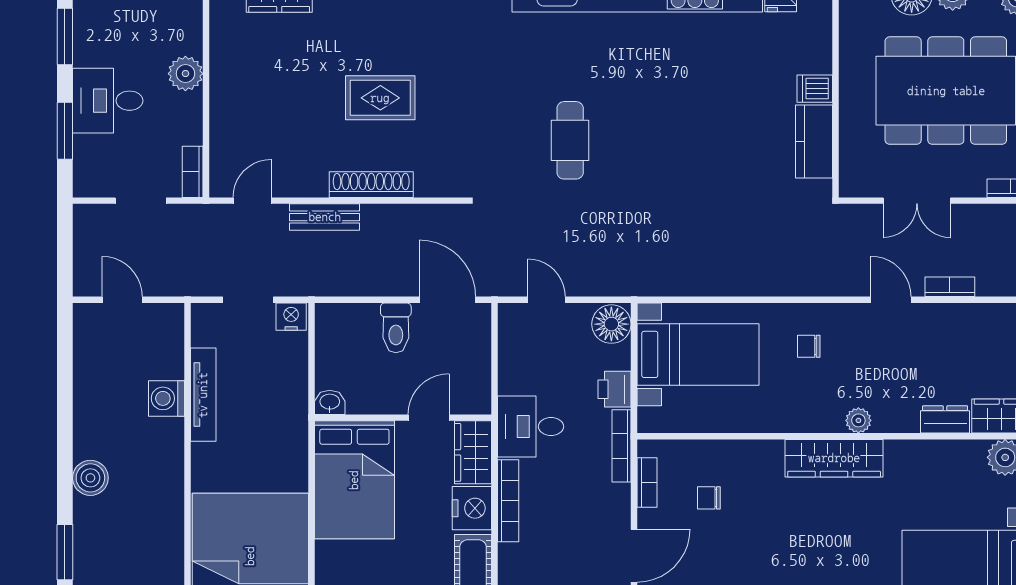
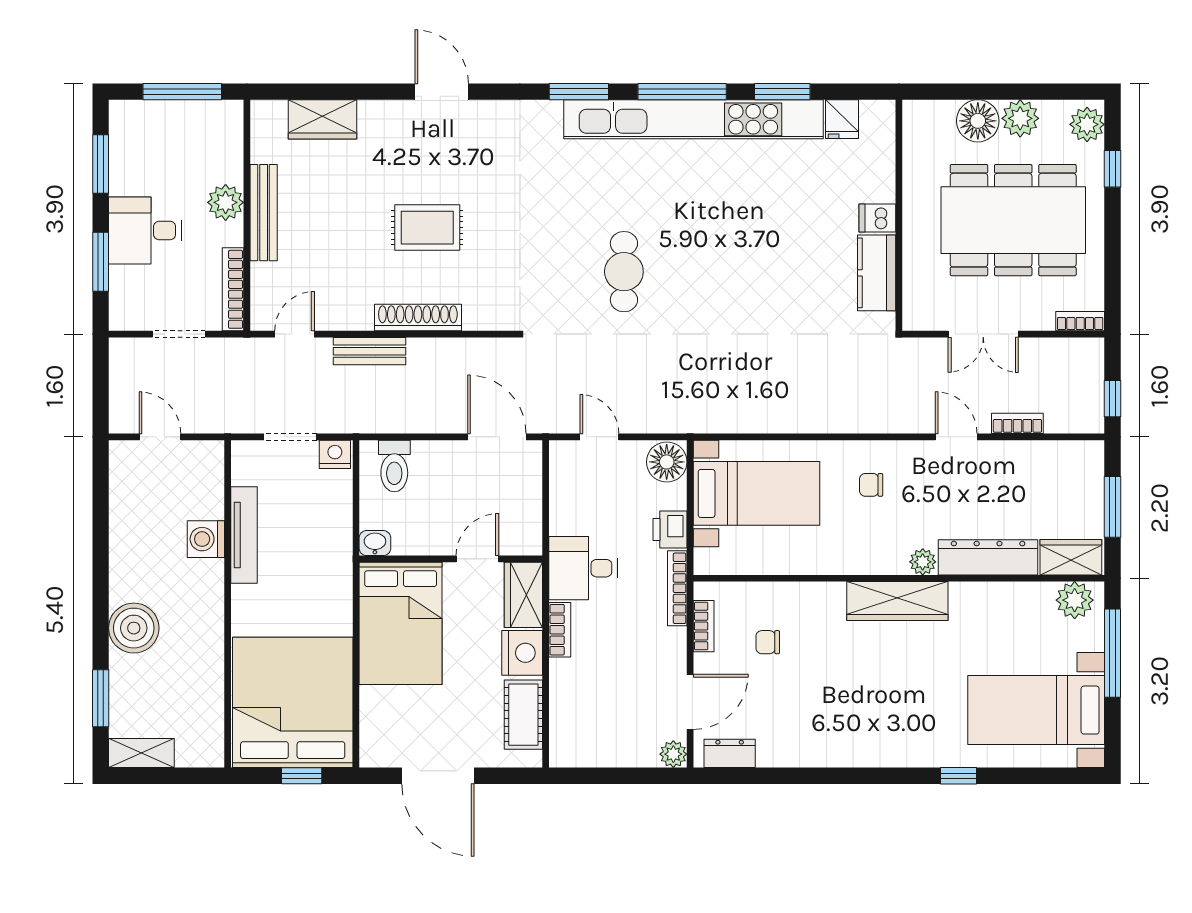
bench: (222, 83) -> (264, 213), added
bookcase: (193, 172) -> (233, 289), width x1.56
toilet: (396, 328) -> (394, 466), moved
dresser: (945, 419) -> (988, 557), width x1.96, depth x1.24
boiler: (90, 478) -> (134, 628), width x1.37, depth x1.37
bookcase: (508, 501) -> (560, 630), width x0.64

